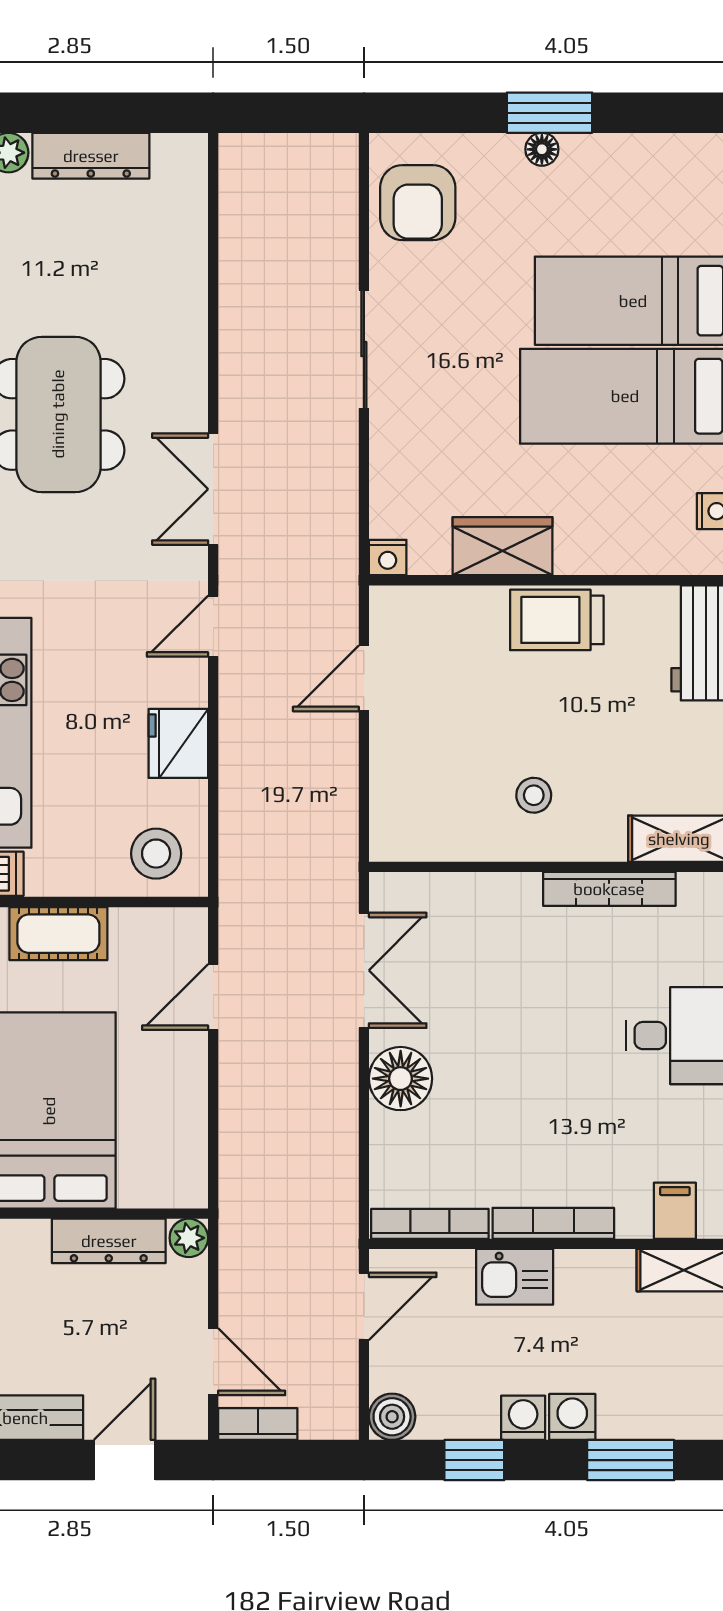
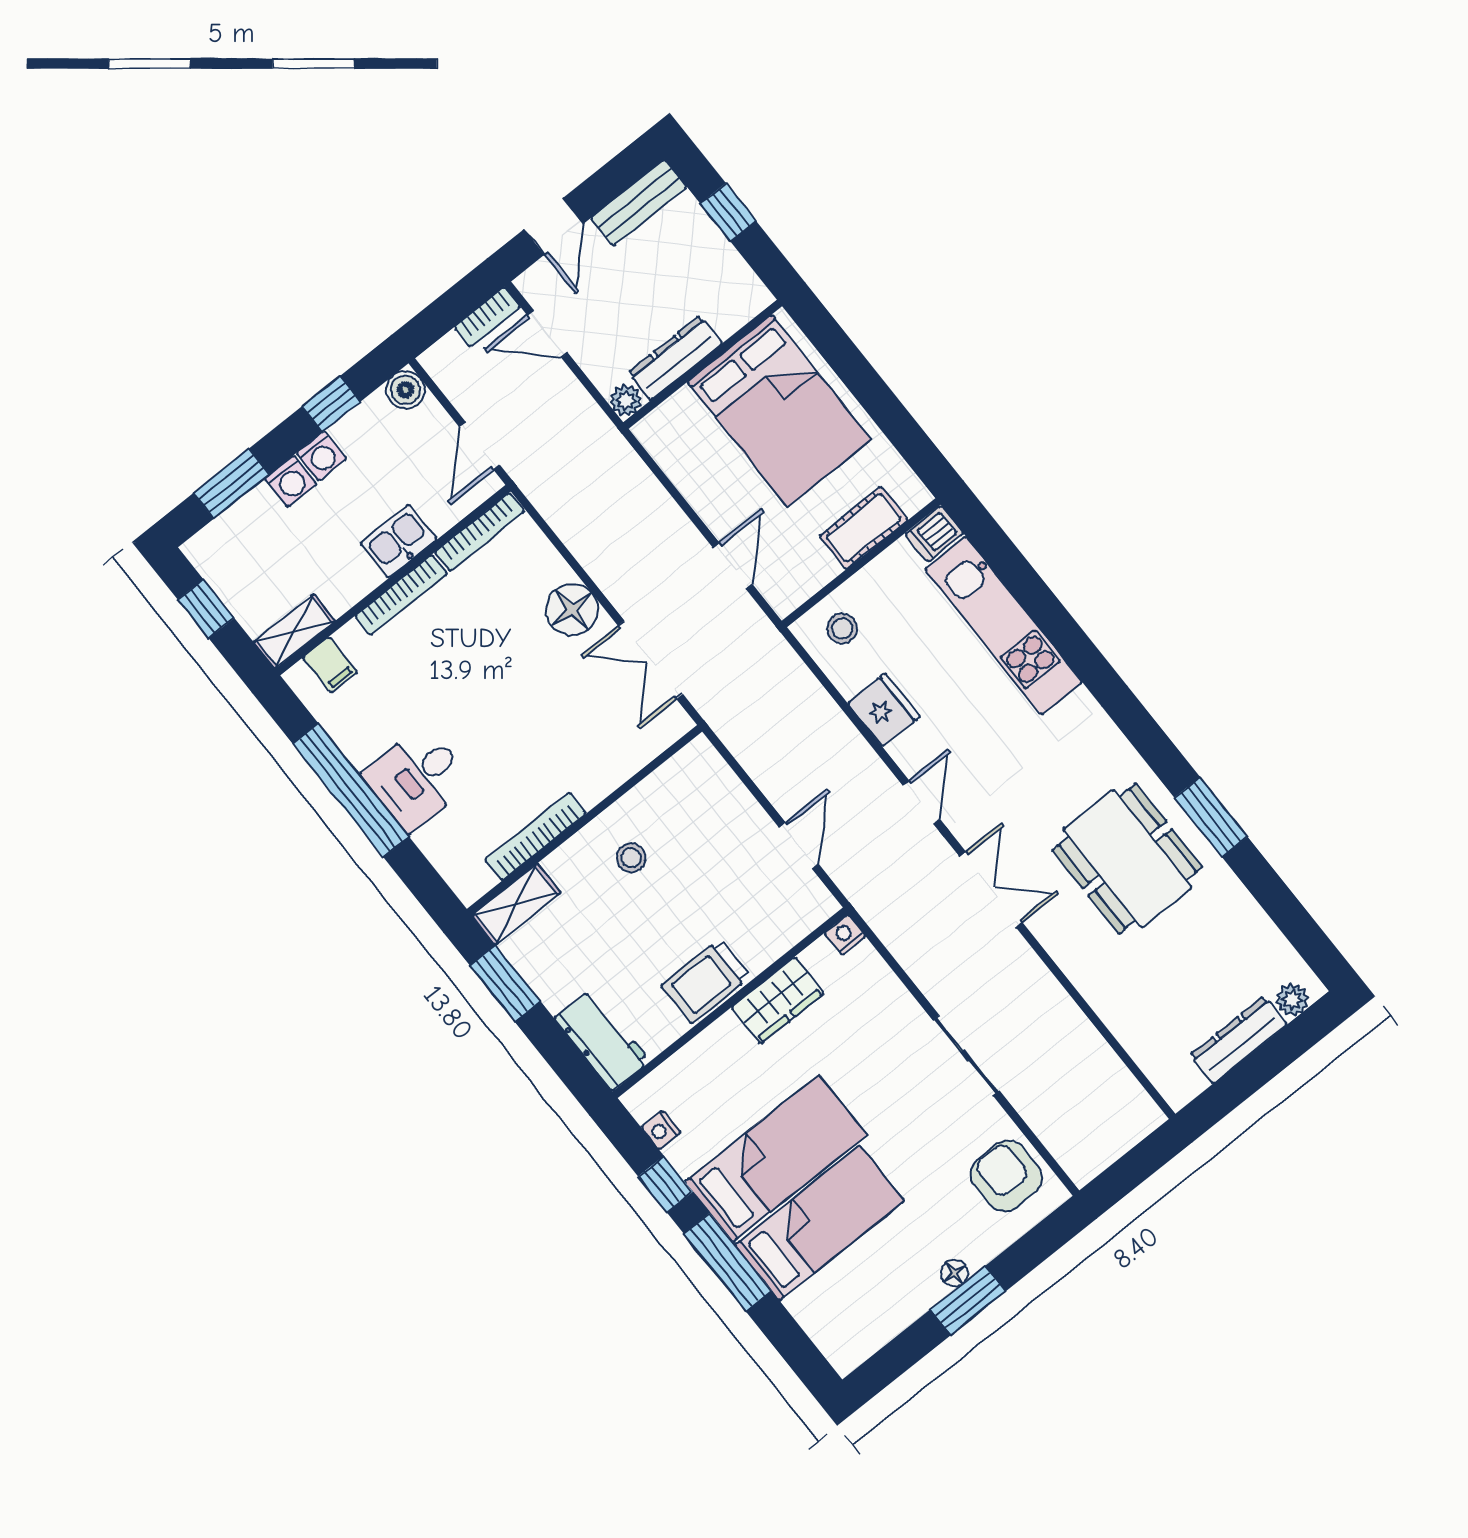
trolley: (557, 620) -> (706, 981), turned 180
stool: (156, 854) -> (842, 629), width x0.73, depth x0.73

